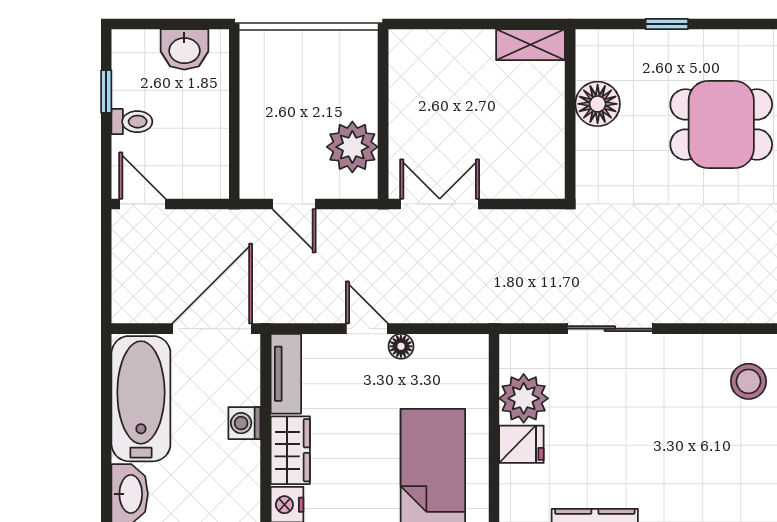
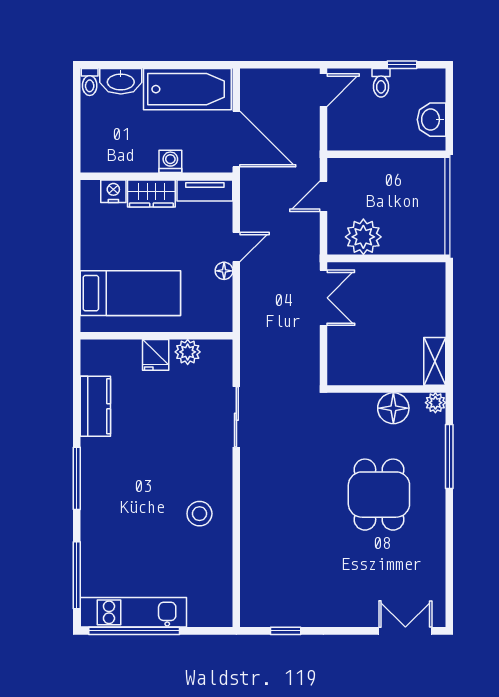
window: (667, 24) -> (449, 457), width x2.17
plant: (590, 44) -> (435, 403), added
plant: (524, 398) -> (188, 352), width x0.73, depth x0.73

